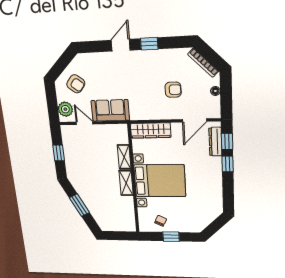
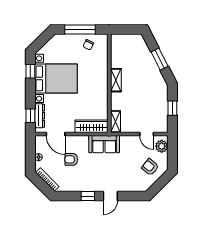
sofa: (110, 110) -> (104, 144), moved
door: (195, 120) -> (56, 134), swing flipped
shelving: (124, 157) -> (116, 122), moved
window: (228, 164) -> (30, 71), moved
bed with nightstands: (160, 181) -> (56, 78), moved, turned 180
window: (171, 237) -> (80, 30), width x2.17

